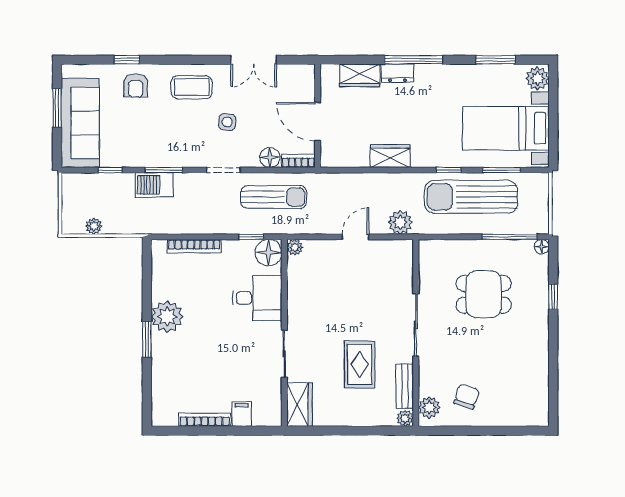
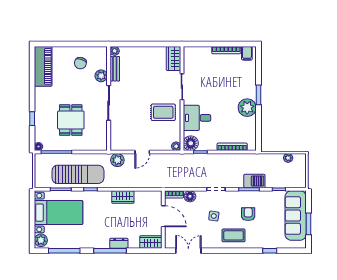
double door: (253, 60) -> (188, 251), moved
window: (495, 60) -> (64, 251), width x1.44
wardrobe: (360, 75) -> (151, 242), moved
armchair: (136, 85) -> (248, 214), moved
sun lounger: (274, 197) -> (188, 174), removed
dining table: (484, 294) -> (71, 120), turned 90
rug: (360, 365) -> (163, 112), moved, turned 90
piano: (533, 390) -> (43, 66), added
plant: (429, 407) -> (101, 76), moved
filing cabinet: (242, 414) -> (247, 53), moved

